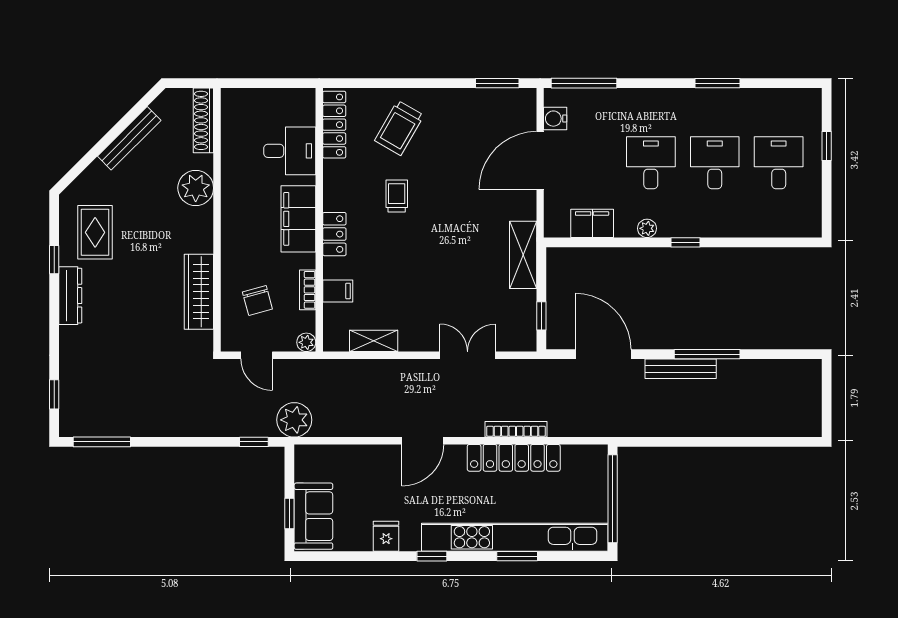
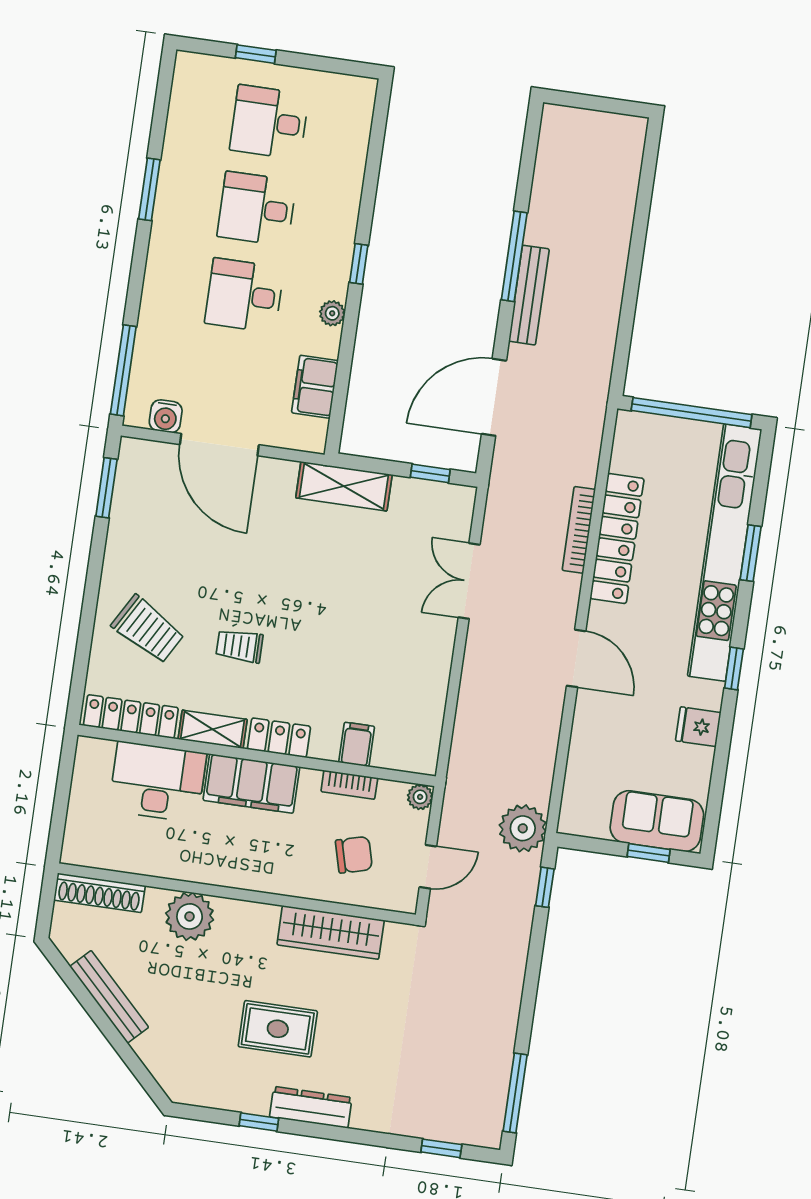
desk: (290, 151) -> (158, 782), width x1.37
rug: (95, 232) -> (278, 1029), moved
shelving: (374, 341) -> (213, 729), moved, turned 90

